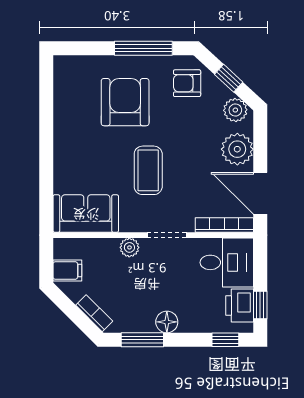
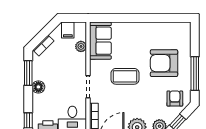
armchair: (125, 102) -> (164, 63), turned 180
plant: (129, 247) -> (81, 46), moved

